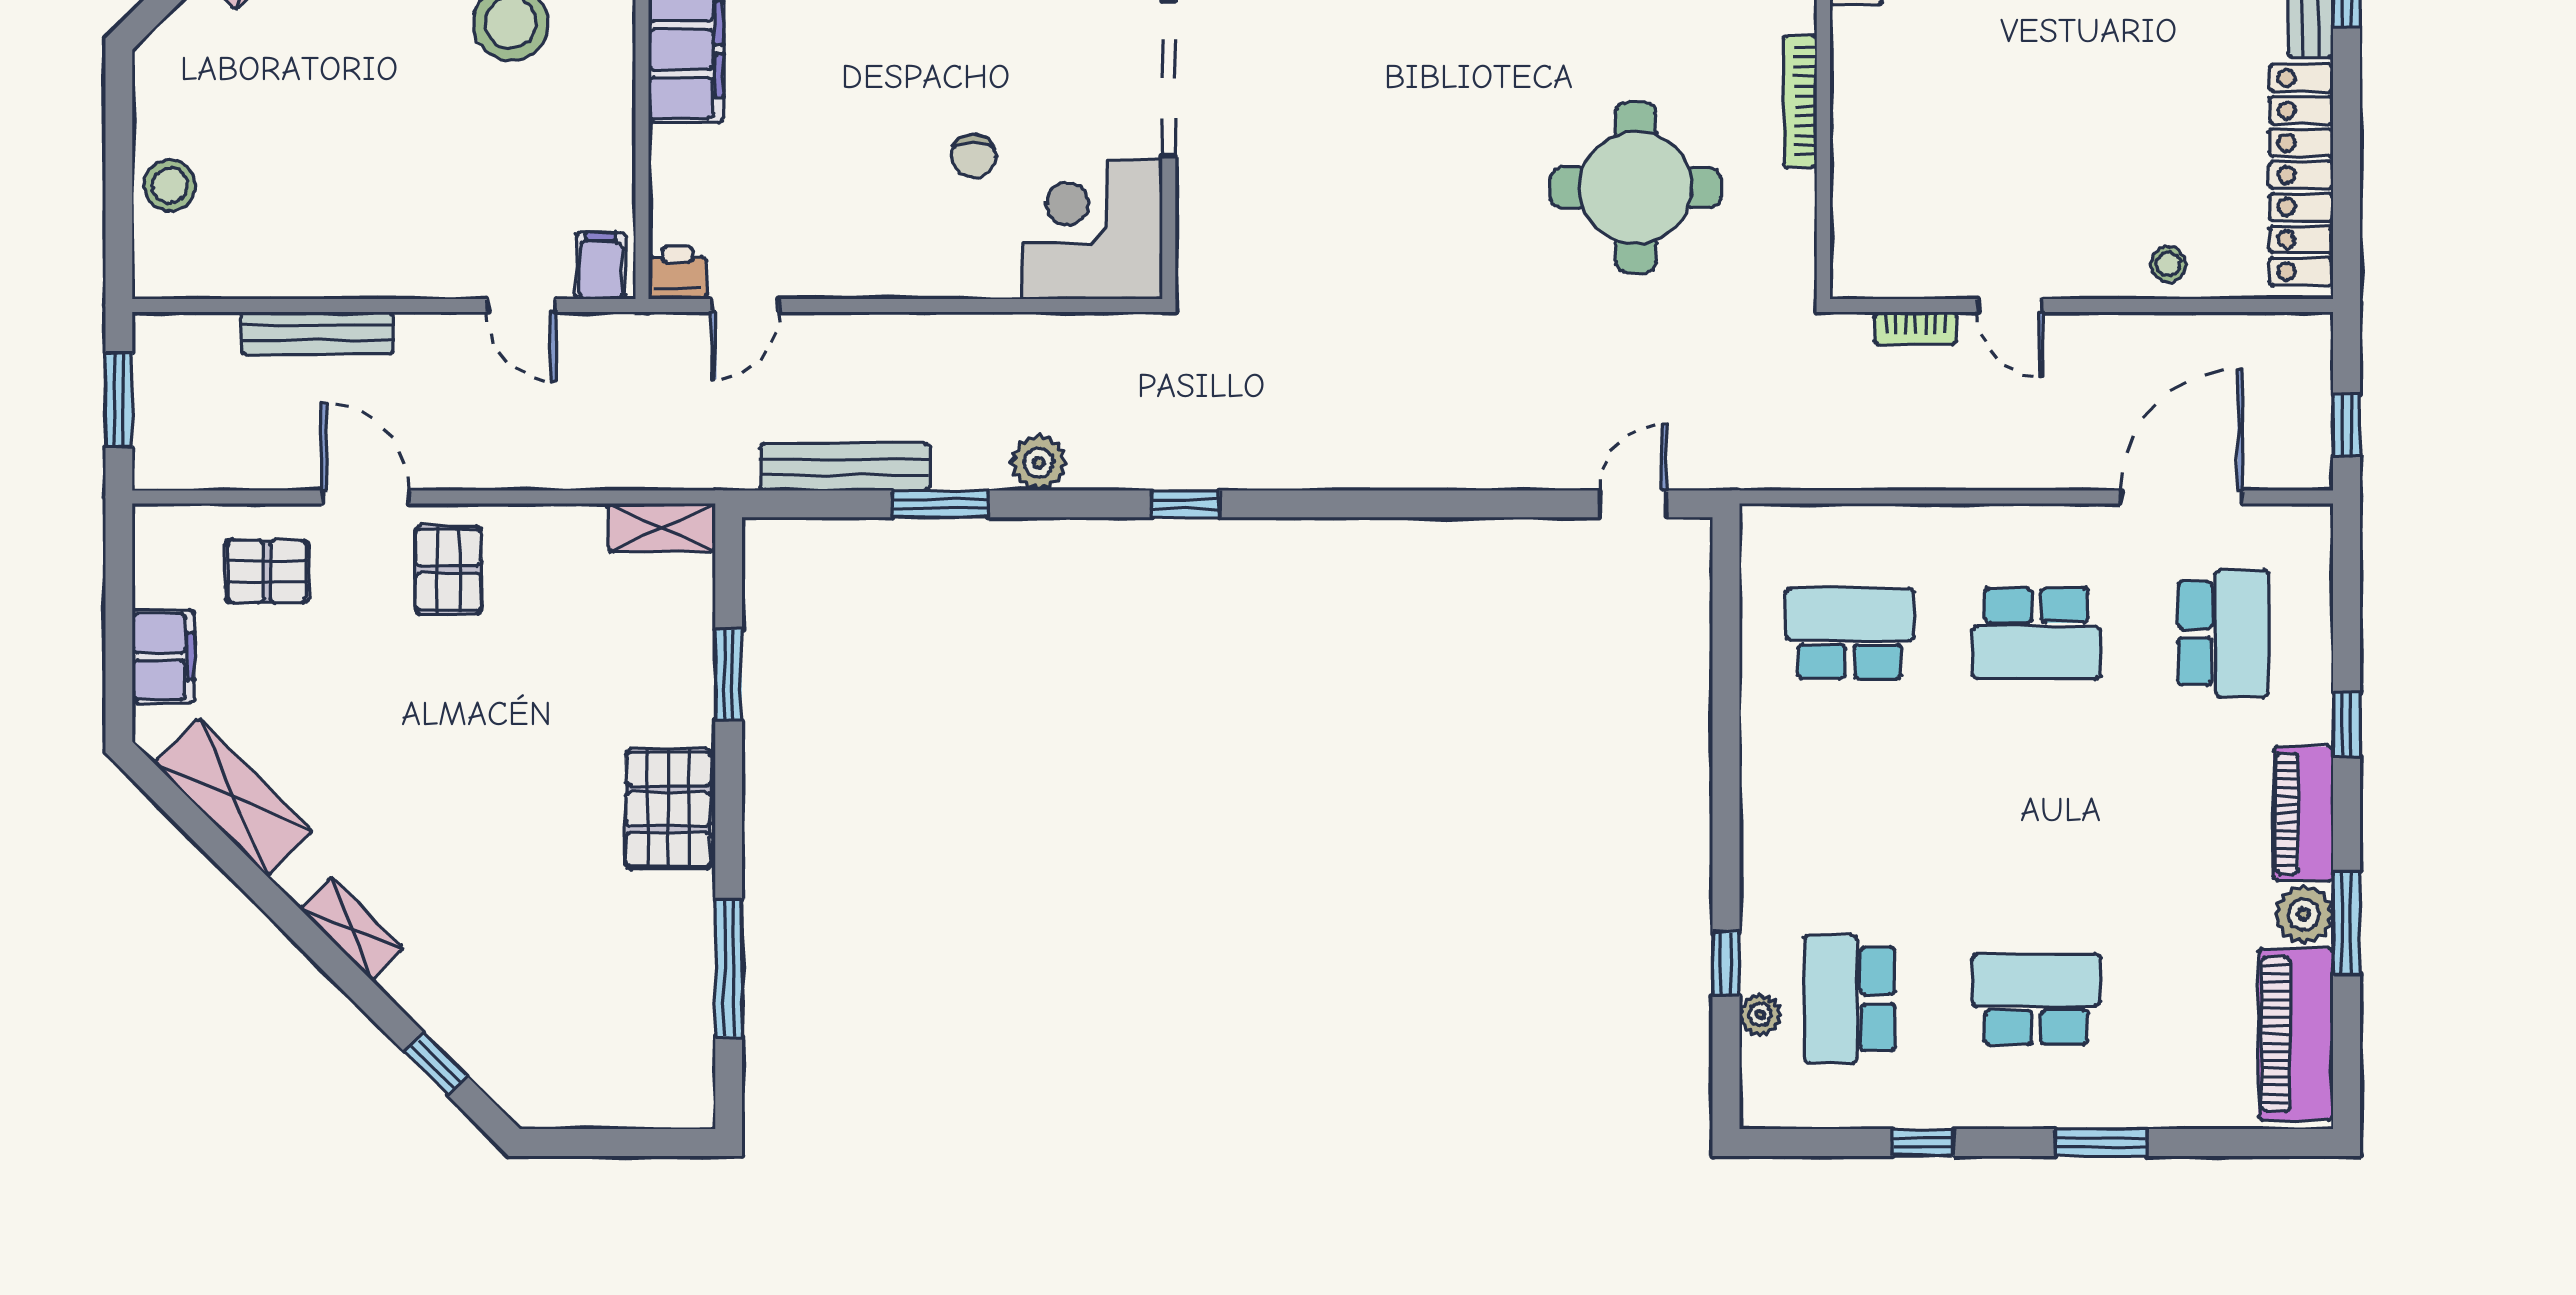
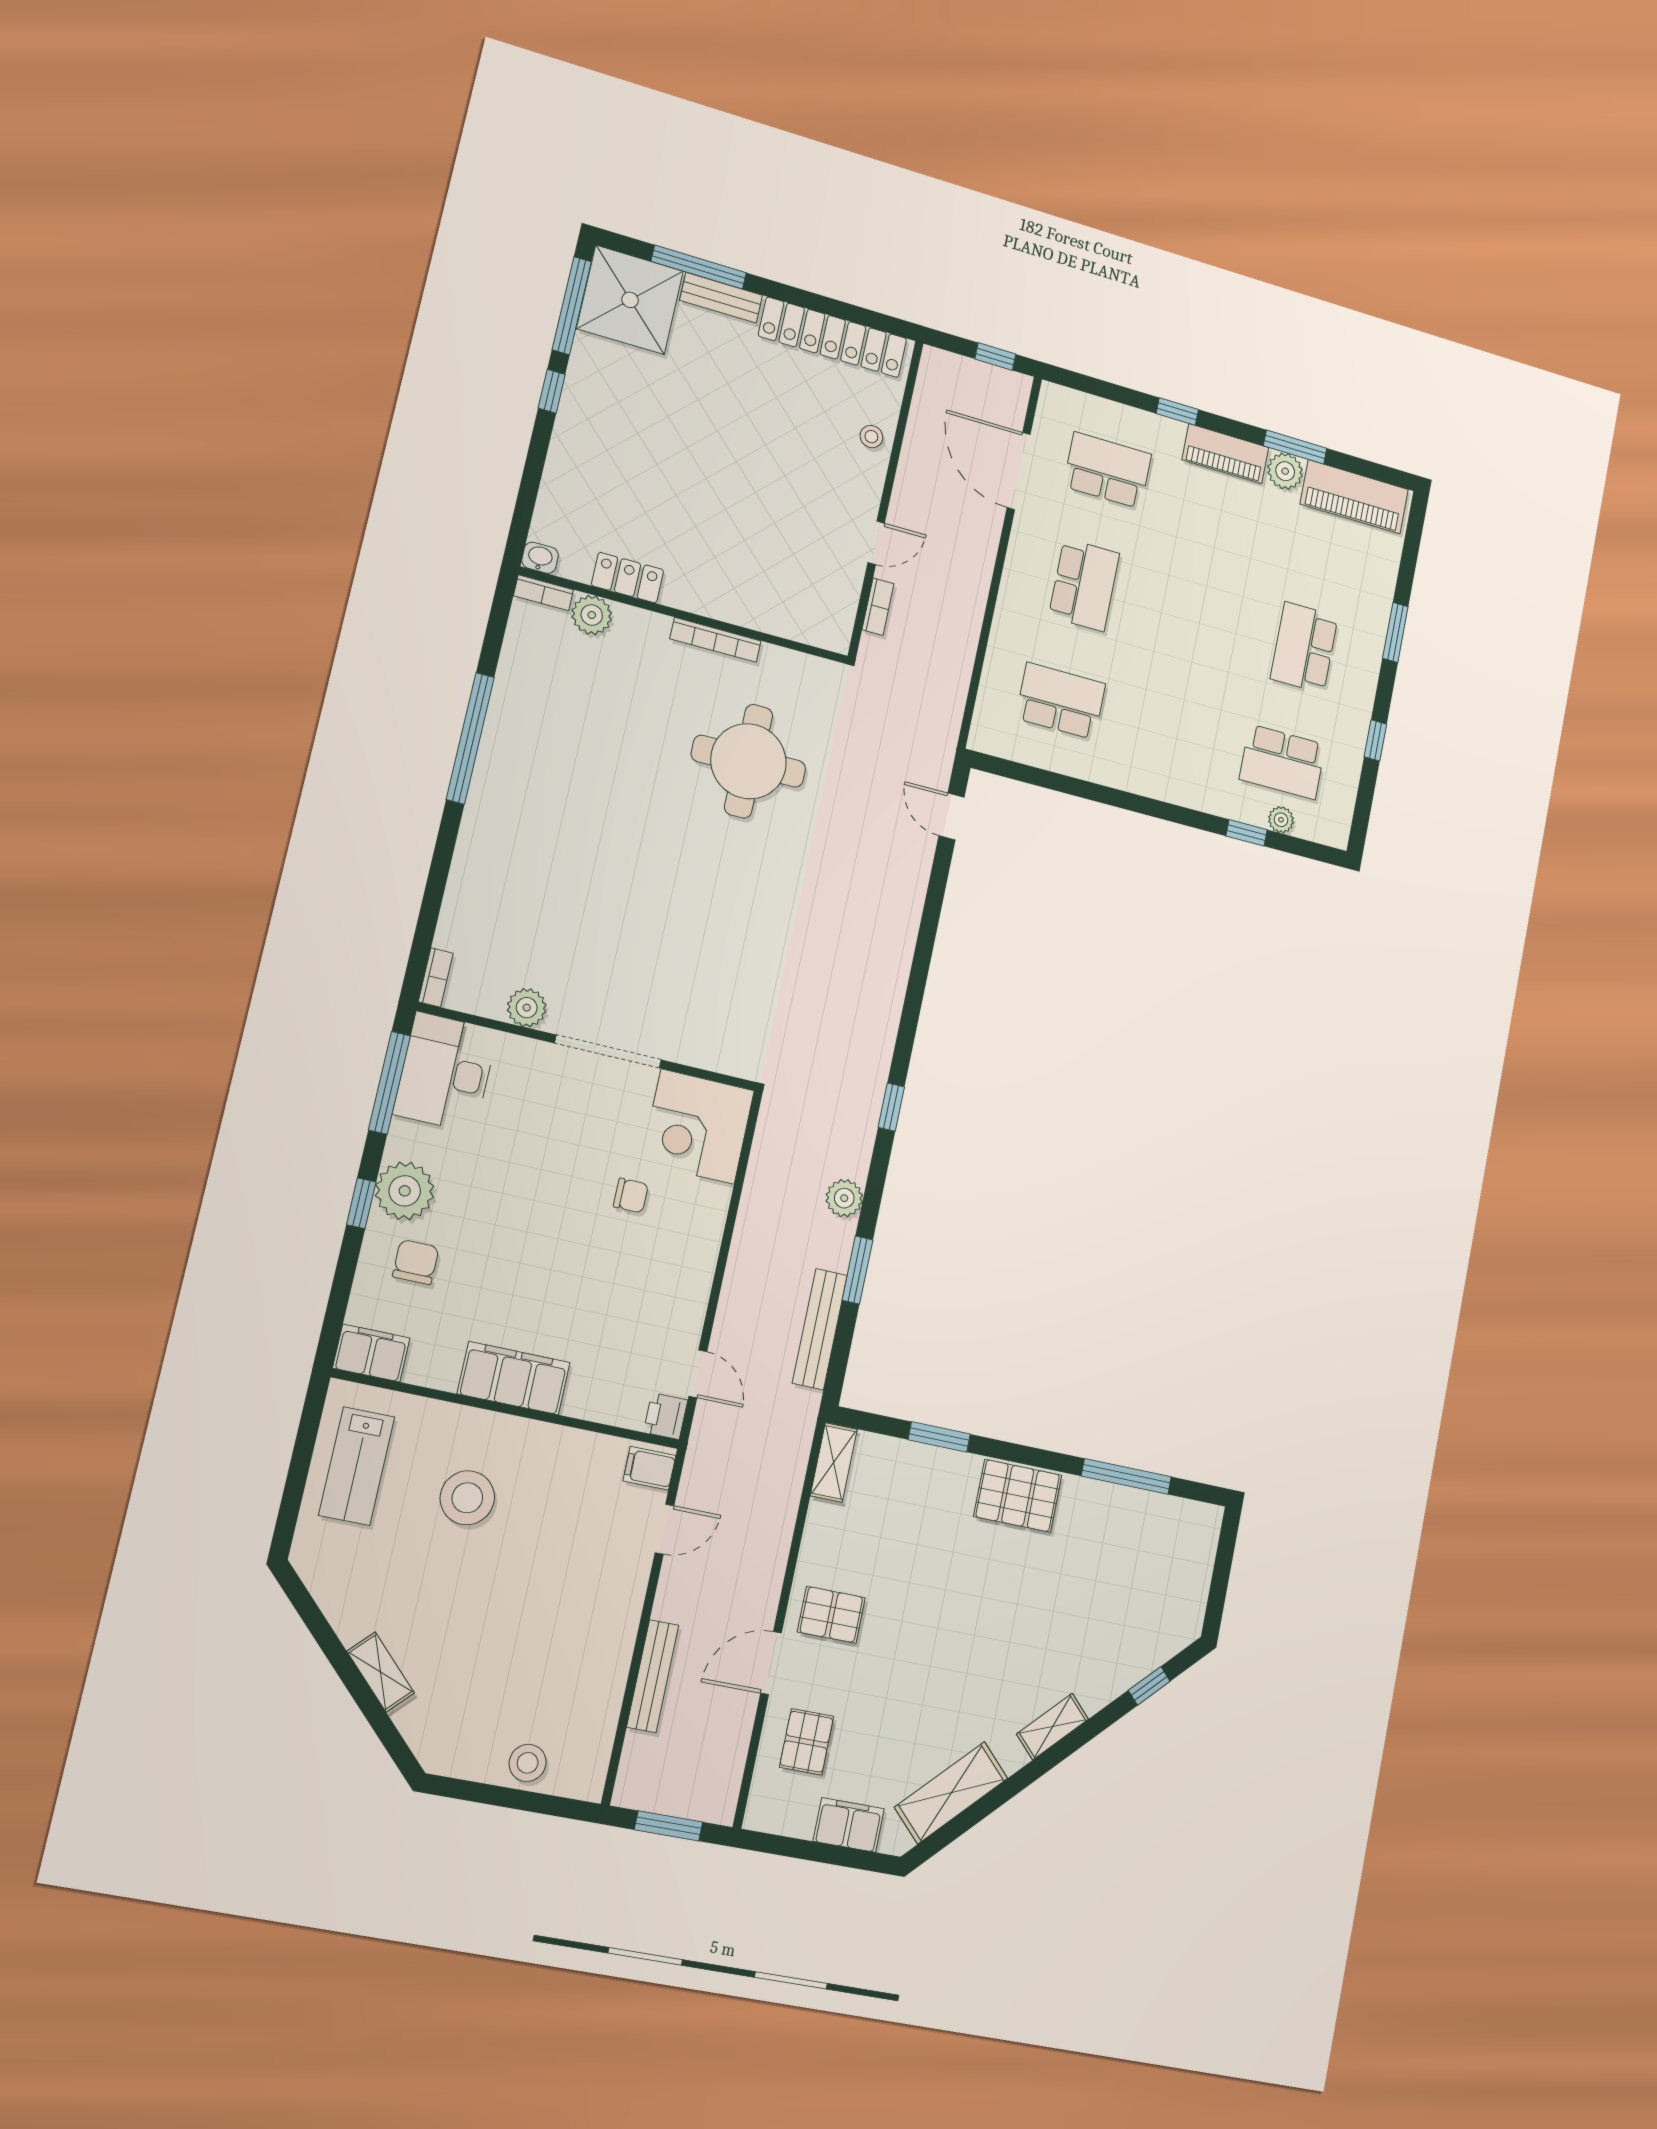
school desk: (1850, 633) -> (1061, 701), turned 90

